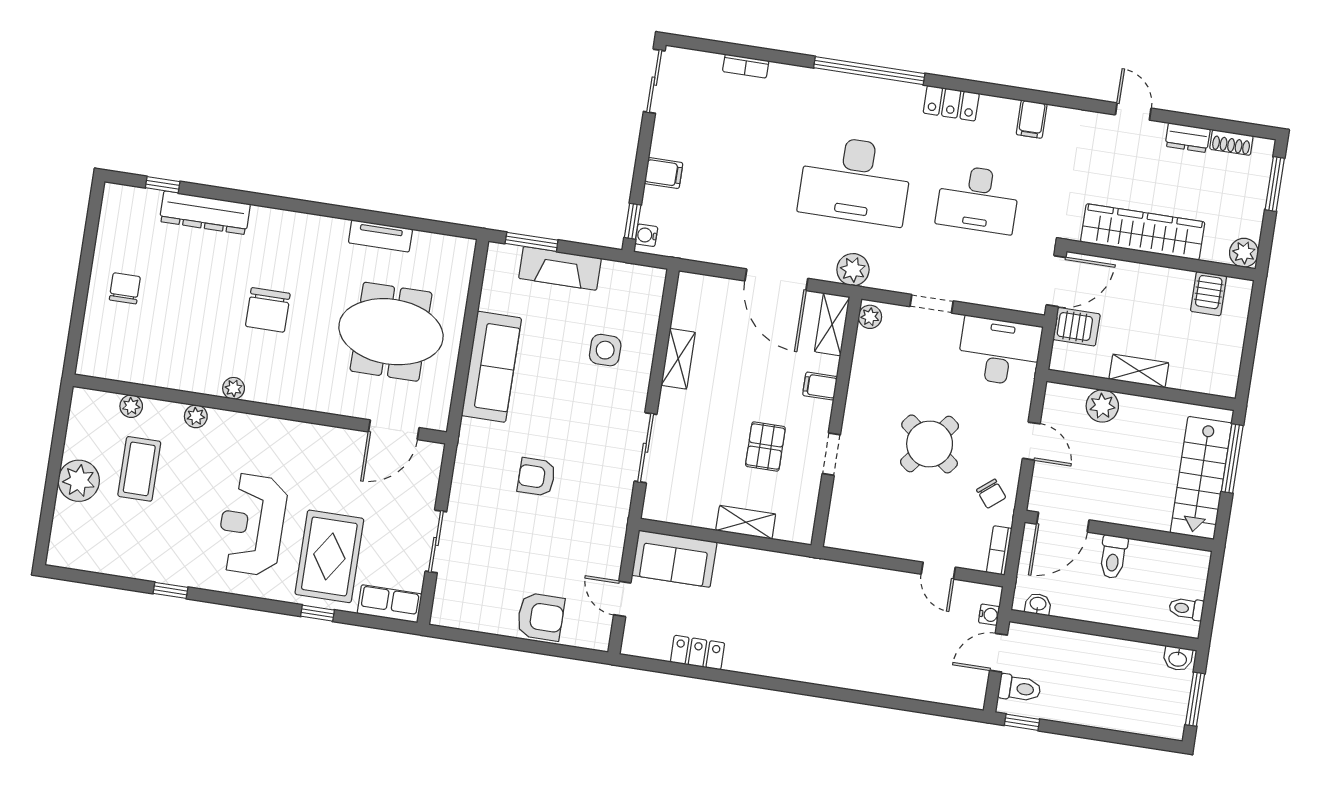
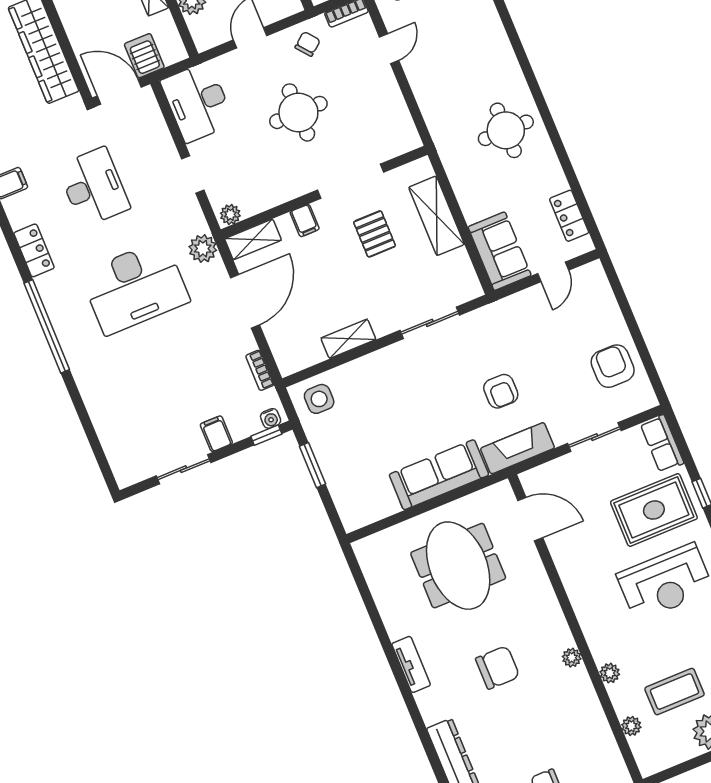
bookcase: (746, 66) -> (260, 370), moved, turned 180
sliding door: (654, 81) -> (184, 469), moved
desk: (855, 180) -> (135, 287), turned 90
tv unit: (380, 236) -> (411, 664), moved
window: (532, 242) -> (313, 465), moved
fireplace: (560, 268) -> (517, 448), moved, turned -90
side table: (605, 350) -> (319, 399), moved
round table: (930, 444) -> (298, 112), turned -38
pallet: (765, 447) -> (375, 234), turned 90
doorway: (831, 454) -> (350, 181), width x1.88
shelving: (746, 522) -> (437, 216), width x1.50, depth x1.33
armchair: (541, 617) -> (613, 366), moved
round table: (789, 637) -> (506, 130), added
locker: (697, 653) -> (569, 216), moved

